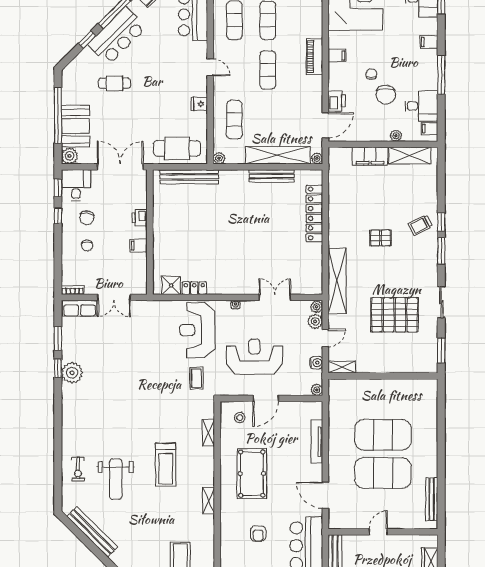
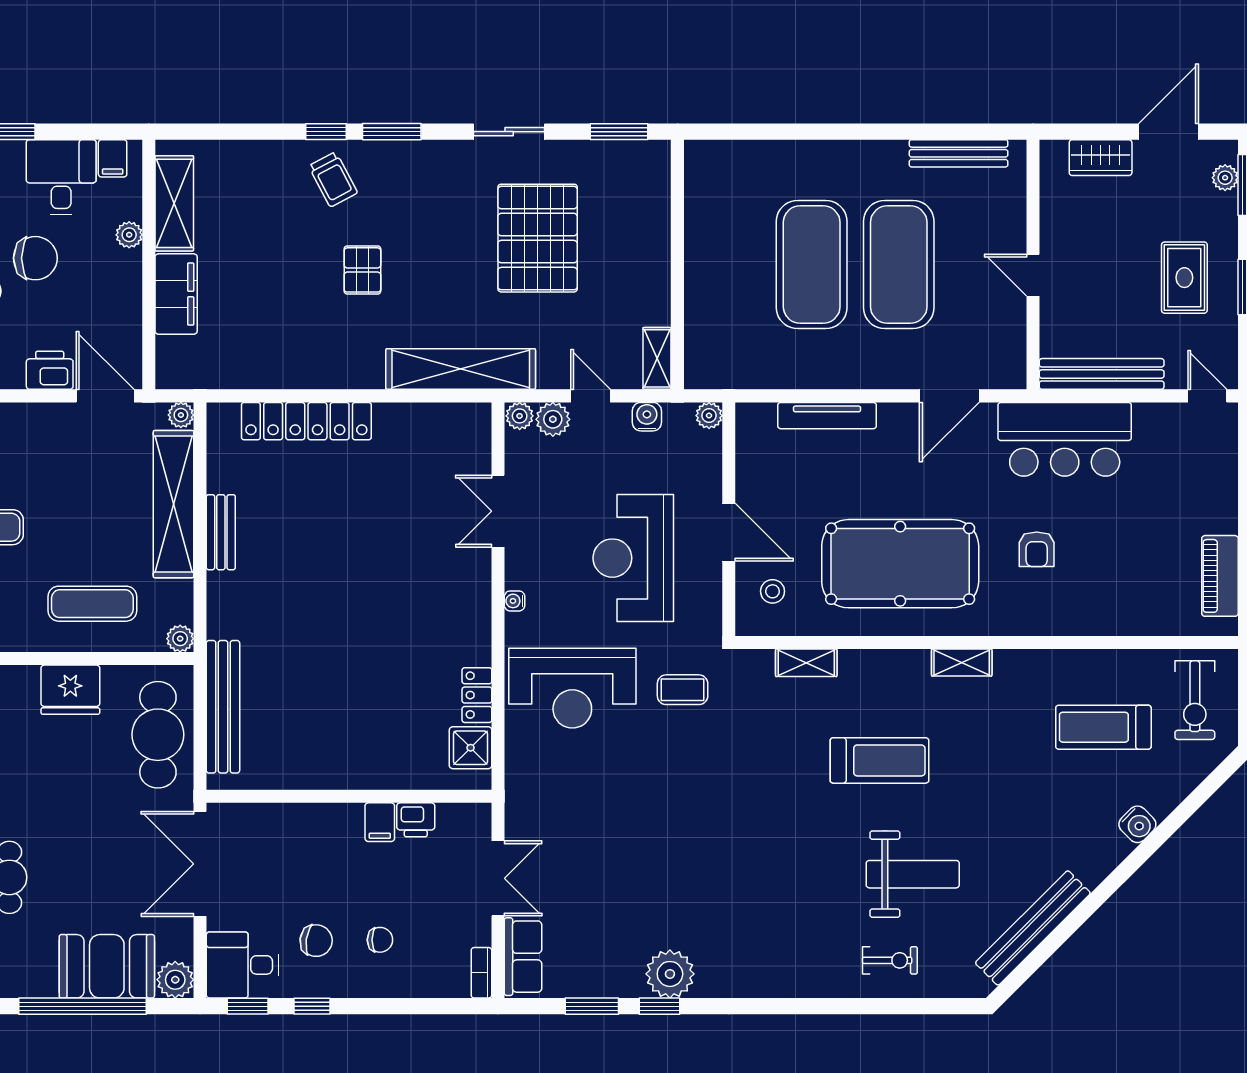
fridge: (199, 104) -> (70, 690), width x1.88, depth x1.34
bench: (272, 176) -> (221, 532), width x0.73
printer: (140, 218) -> (416, 820), moved
pool table: (252, 474) -> (900, 564), width x1.36, depth x1.32
armchair: (258, 533) -> (1037, 549), turned 90

